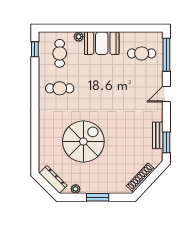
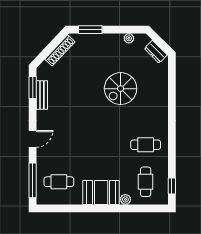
spiral stairs: (83, 142) -> (121, 89), width x0.73, depth x0.73
dresser: (53, 179) -> (156, 52), width x0.70
window: (98, 197) -> (90, 30), moved

